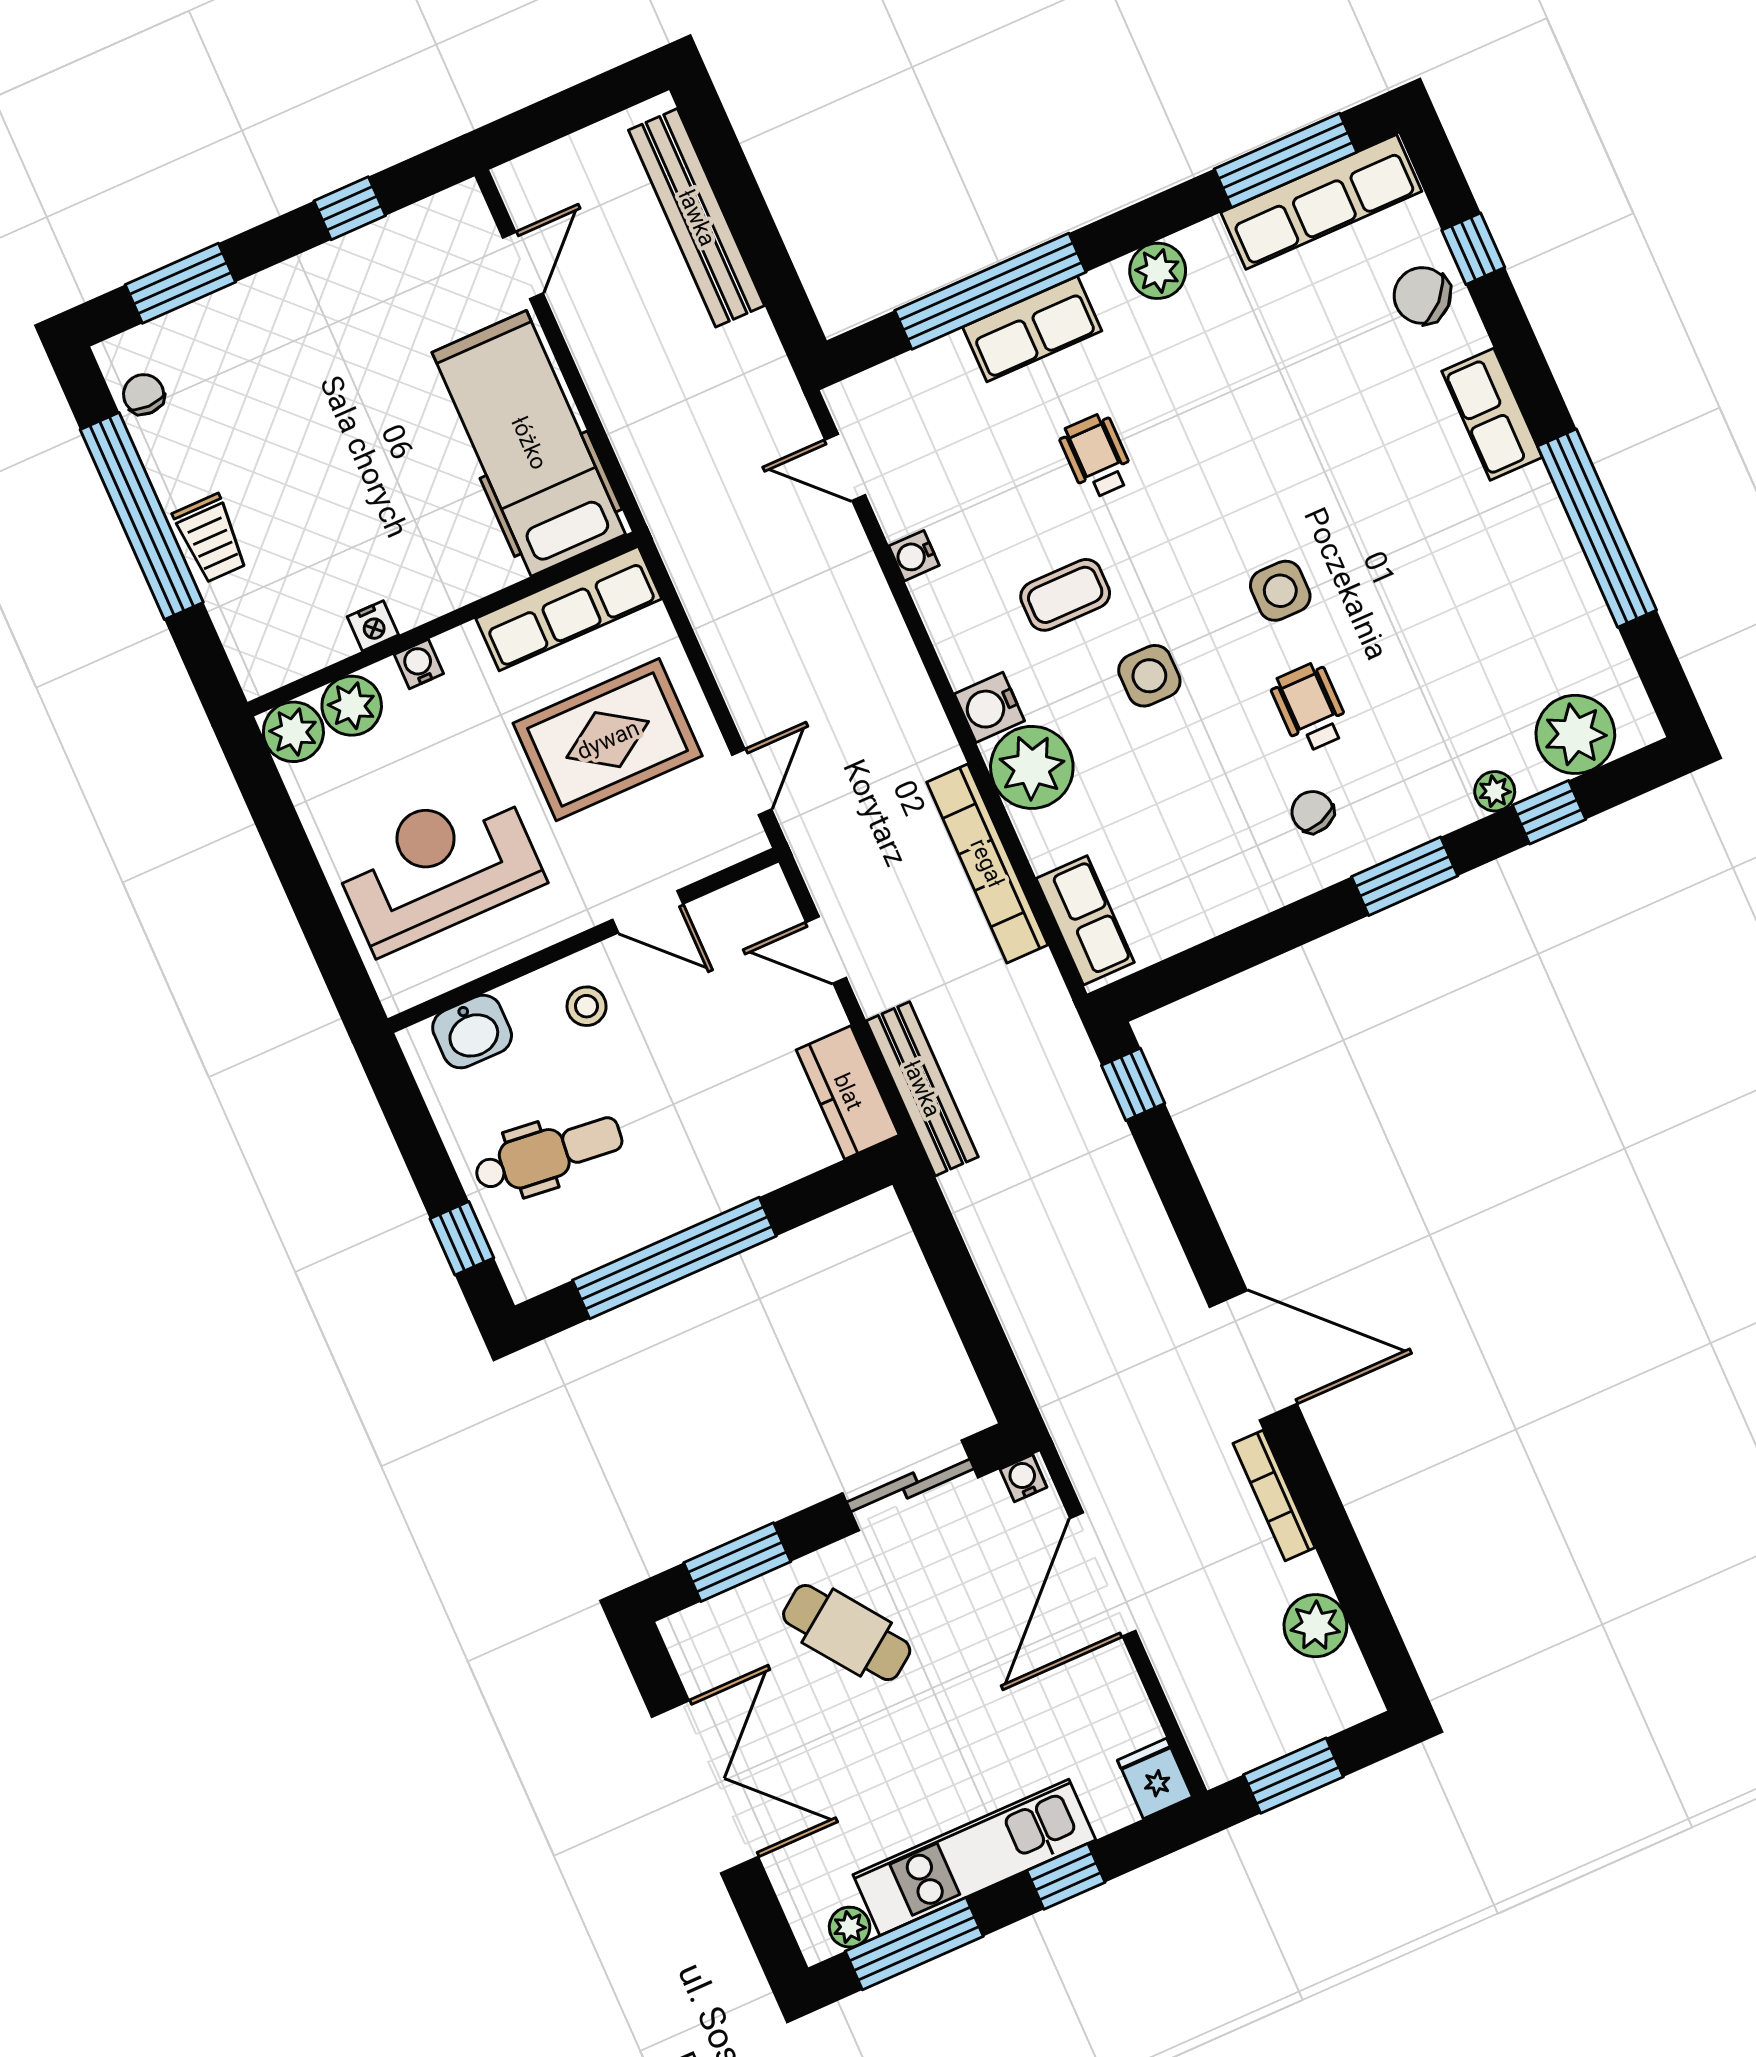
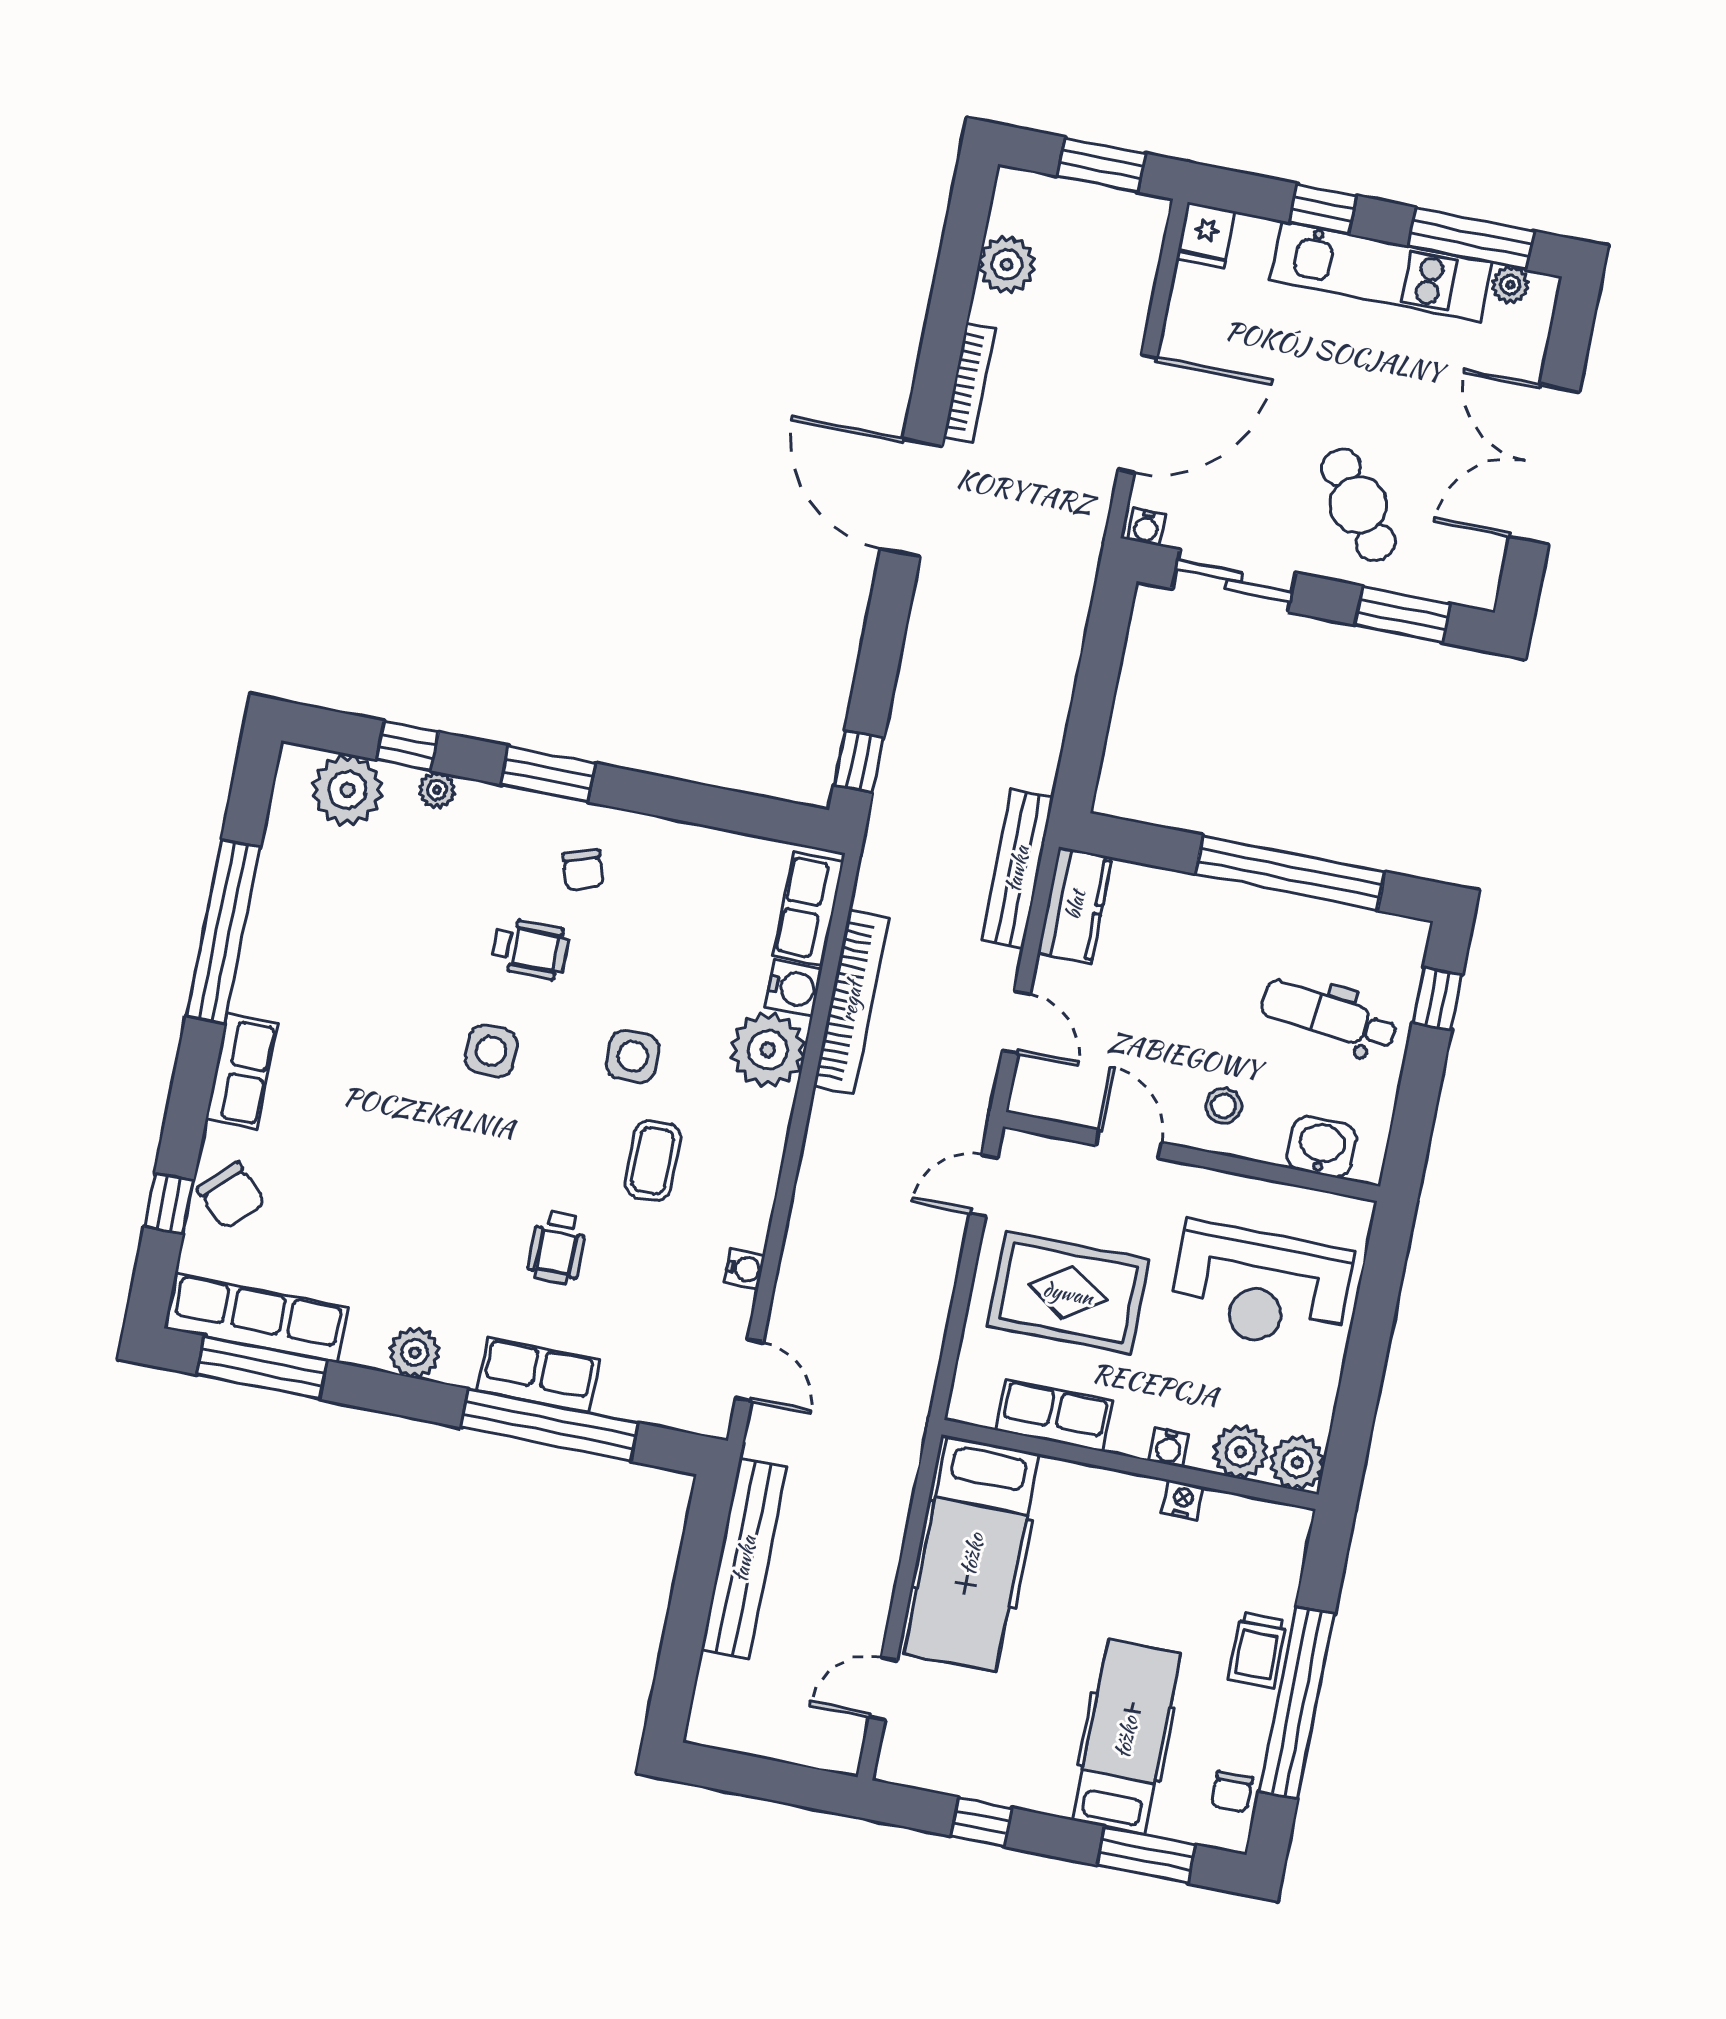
bench: (697, 218) -> (744, 1559), moved
hospital bed: (273, 377) -> (1126, 1737), added
trolley: (211, 538) -> (1257, 1650), turned 180
coffee table: (1065, 595) -> (653, 1160), turned 90
row of seats: (569, 609) -> (1054, 1415), width x0.68
water cooler: (989, 707) -> (794, 988), moved
wheelchair: (1310, 707) -> (530, 949), turned -90

